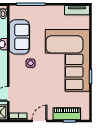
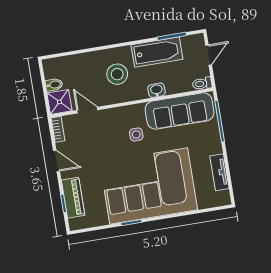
tv unit: (77, 10) -> (220, 172), moved
sofa: (19, 37) -> (180, 111), width x1.36

